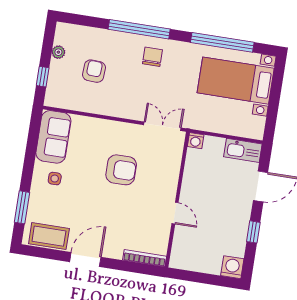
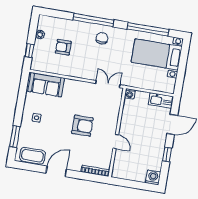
armchair: (94, 71) -> (63, 47), turned -93
sofa: (53, 137) -> (46, 85), moved, turned 90
armchair: (121, 170) -> (82, 126), moved

